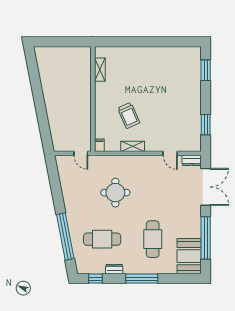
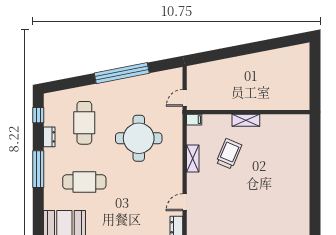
shelving: (100, 70) -> (246, 120), moved
trolley: (129, 115) -> (229, 154), turned 137
round table: (115, 193) -> (139, 138), width x1.36, depth x1.36
window: (65, 237) -> (122, 73), moved

